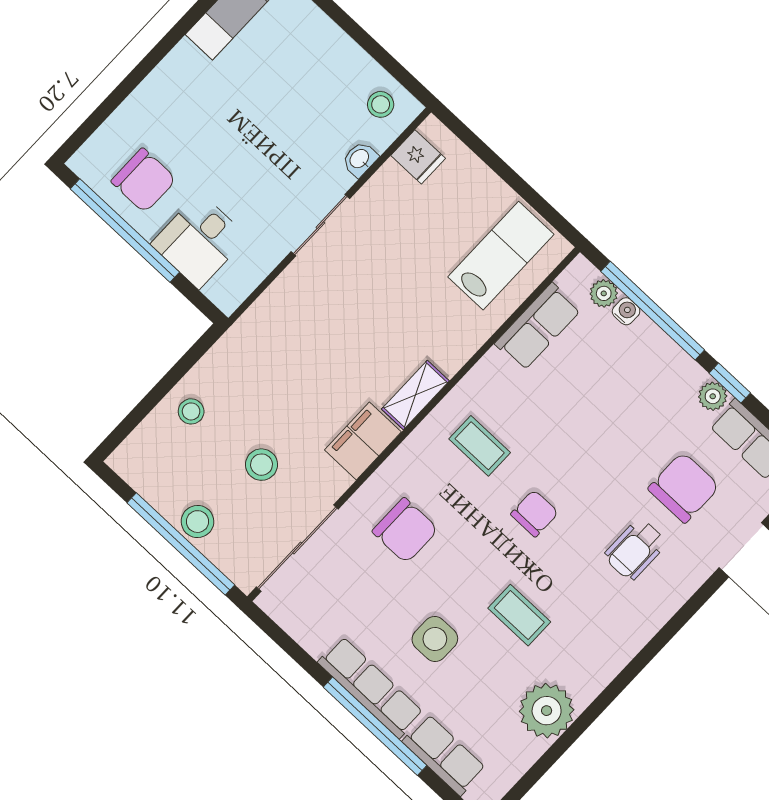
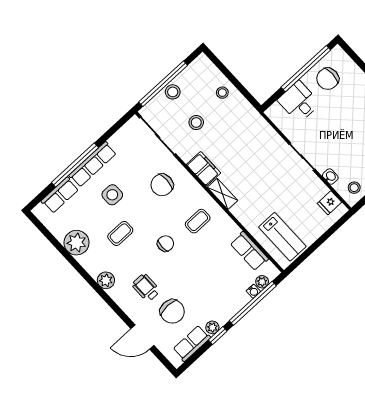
chair: (534, 513) -> (165, 244), turned -90
plant: (625, 639) -> (106, 280), added

